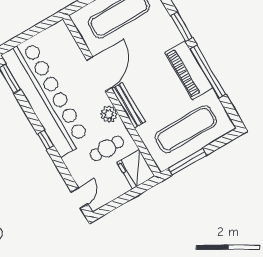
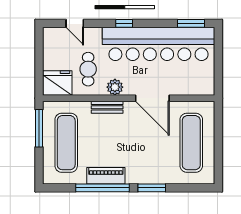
piano: (189, 70) -> (106, 176), width x0.73, depth x0.75
bench: (128, 105) -> (107, 107), width x0.73
door: (80, 198) -> (75, 23), moved

